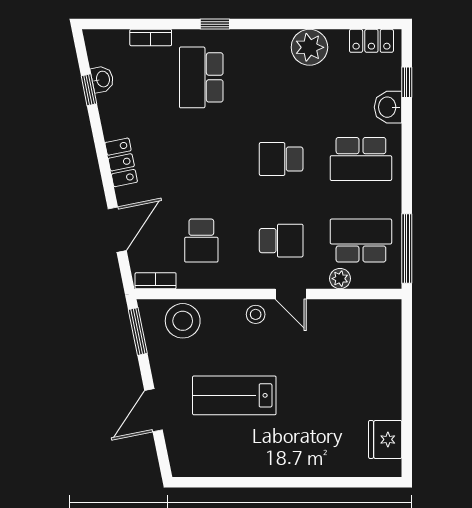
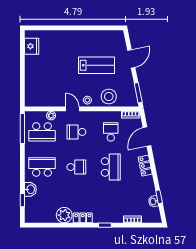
locker: (371, 41) -> (83, 218), moved
school desk: (201, 77) -> (111, 167), moved
stool: (183, 321) -> (109, 97), moved

